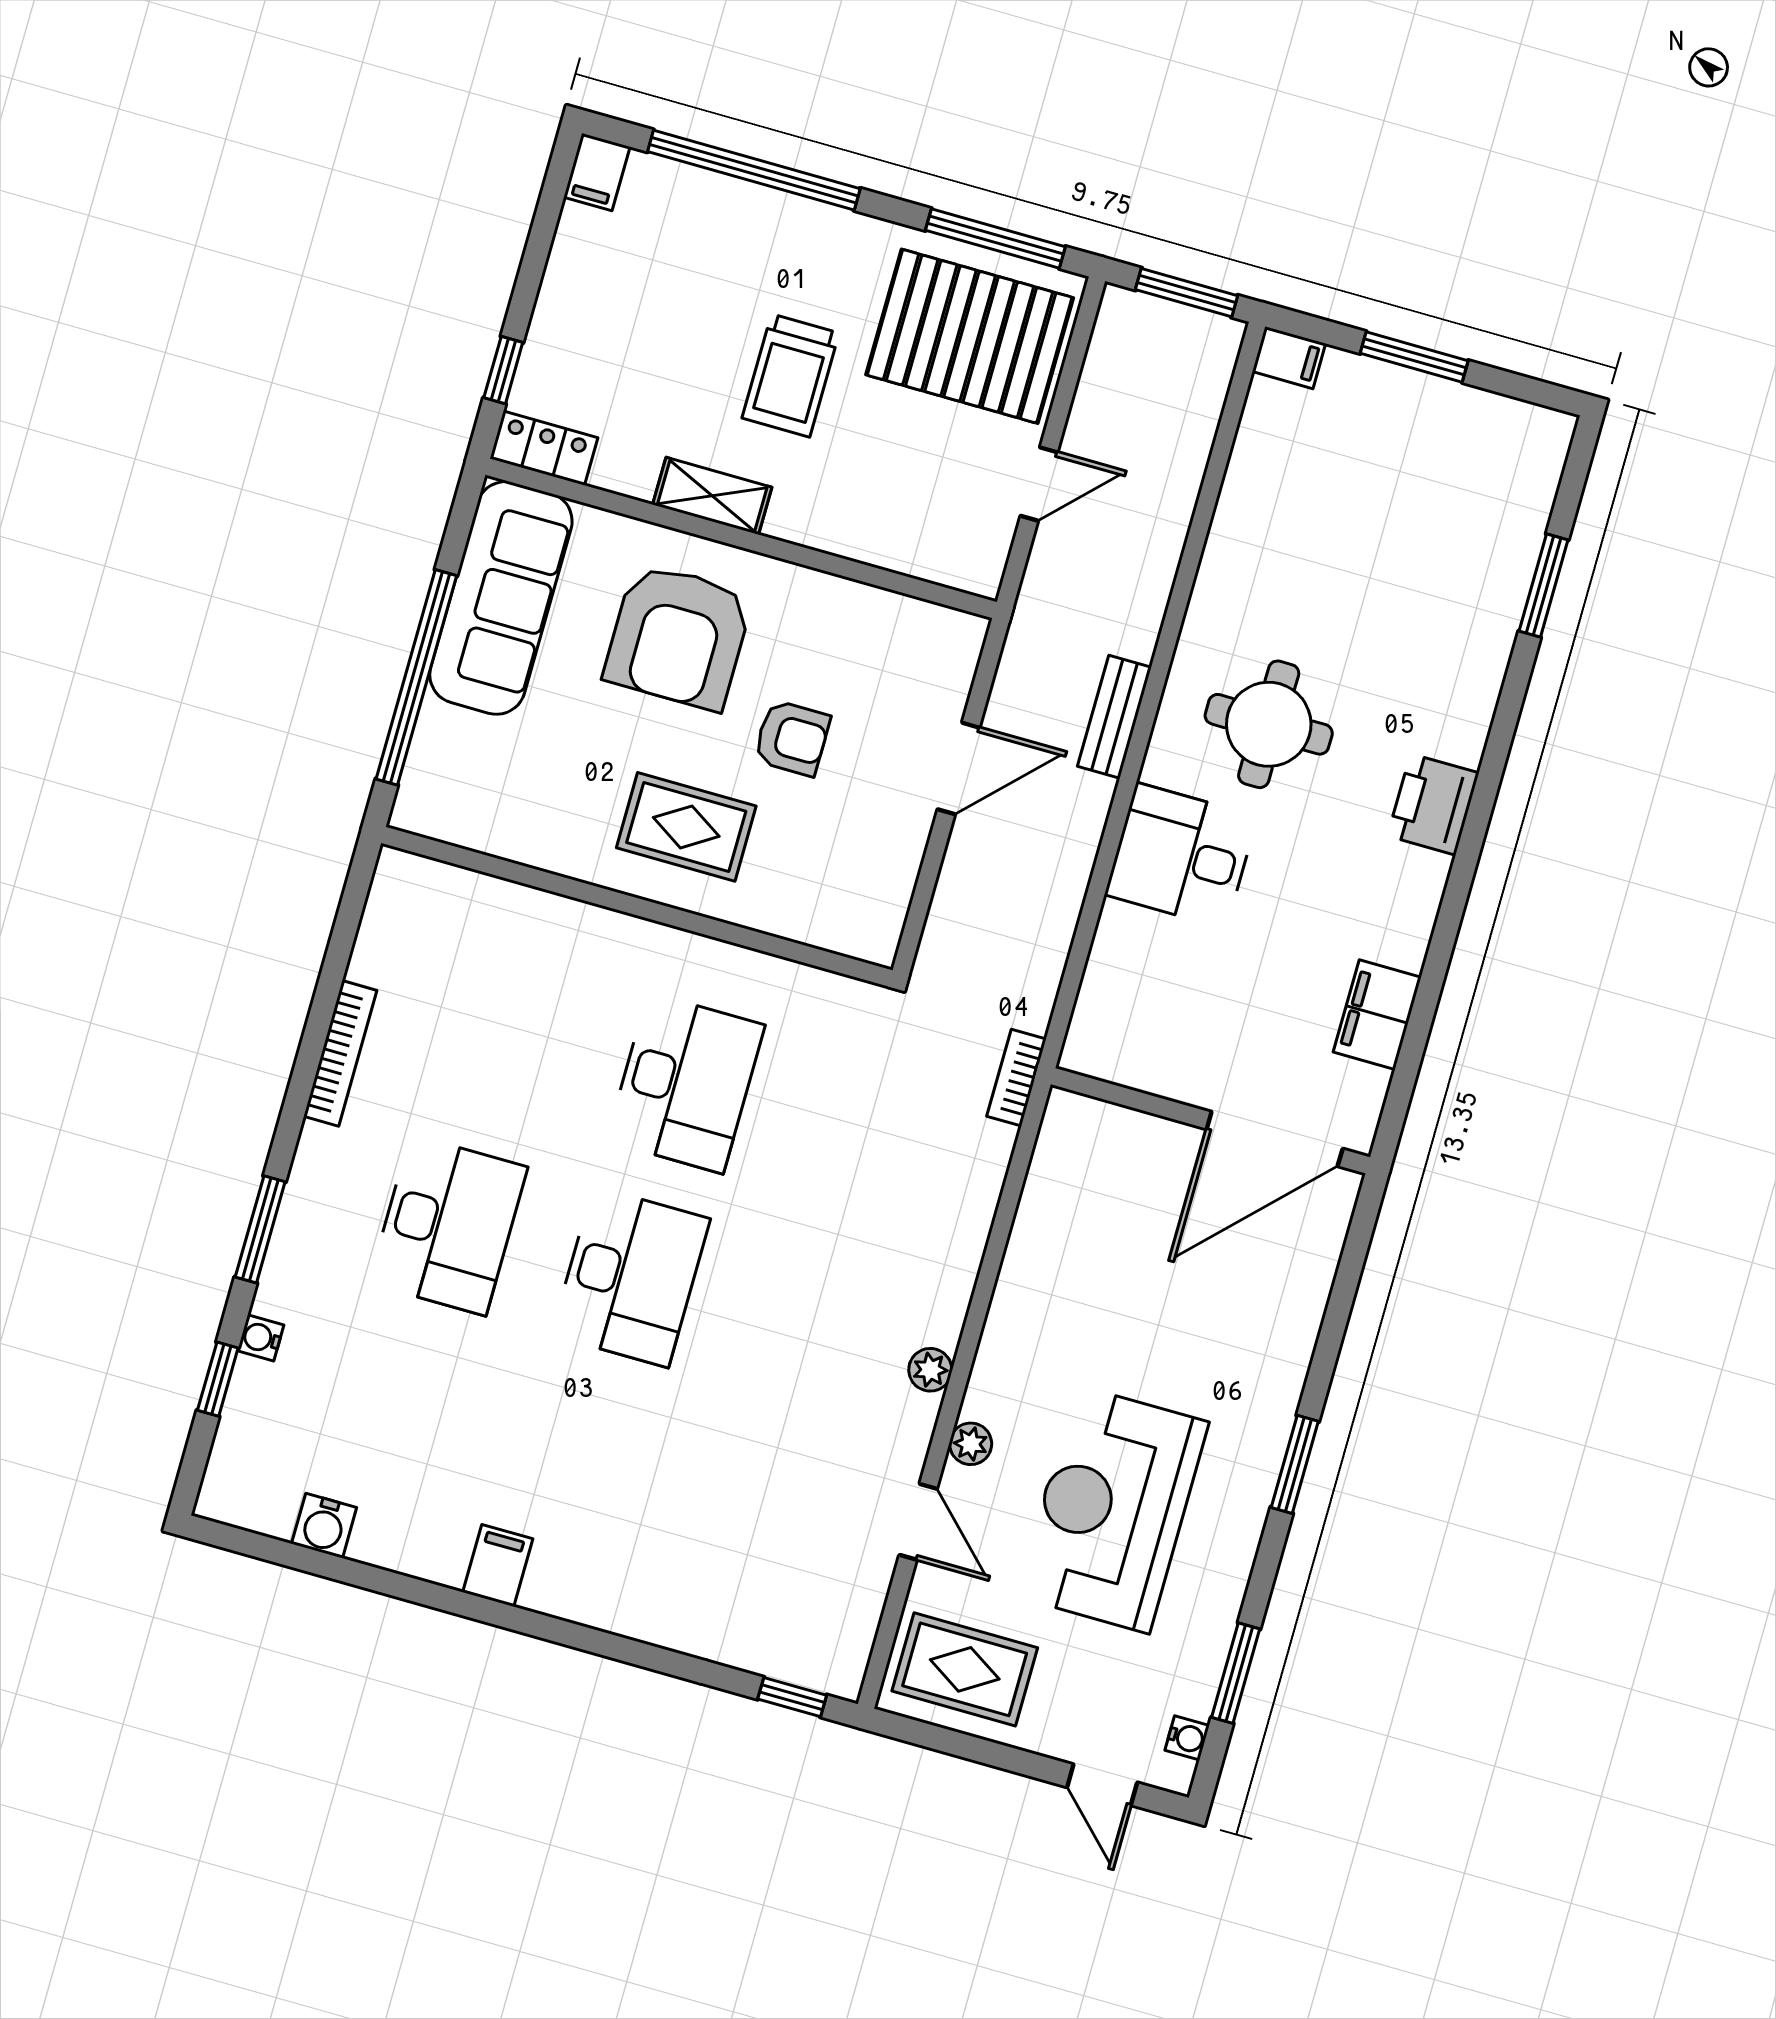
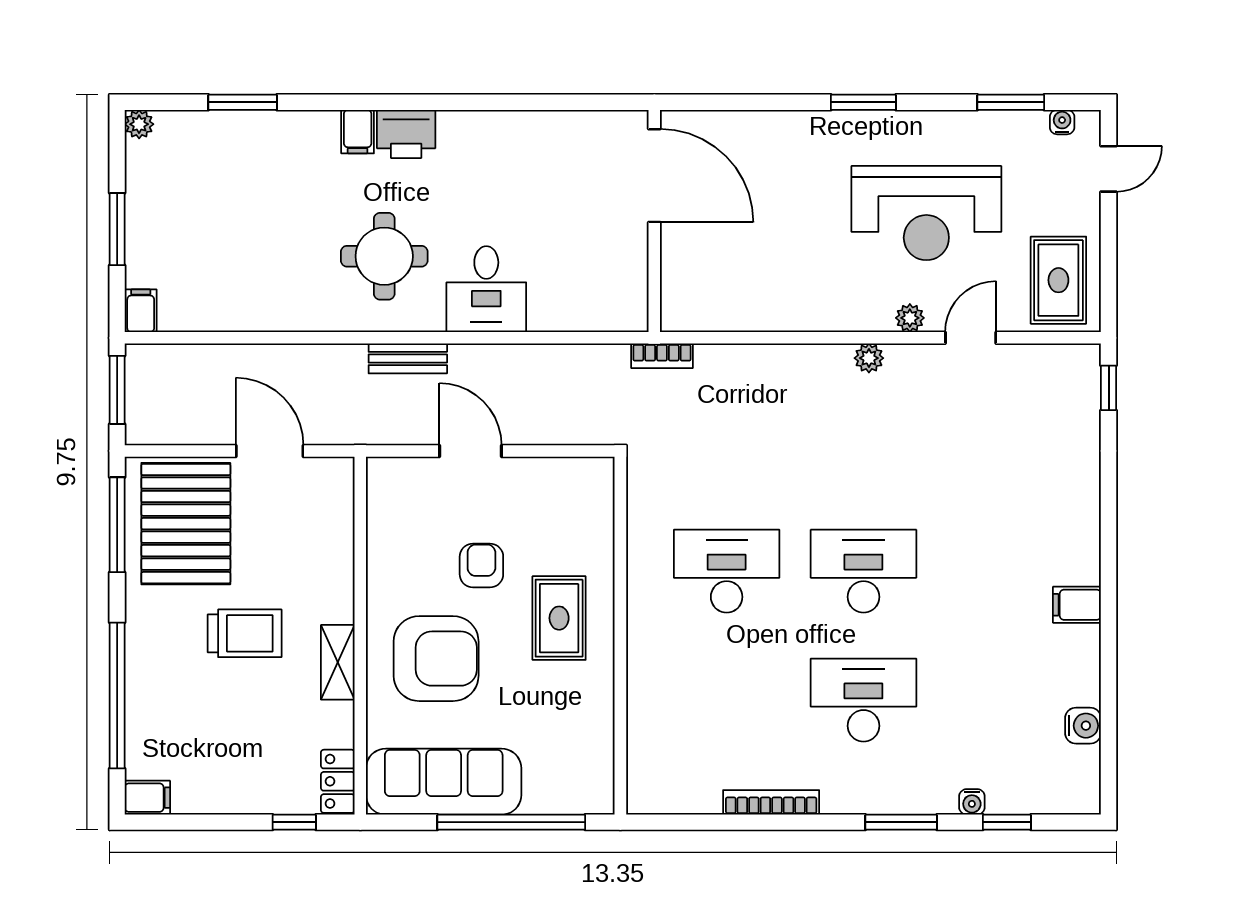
plant: (1554, 430) -> (139, 124), added
door: (1039, 484) -> (270, 451), width x1.38
filing cabinet: (1377, 1015) -> (358, 132), moved, width x0.50

